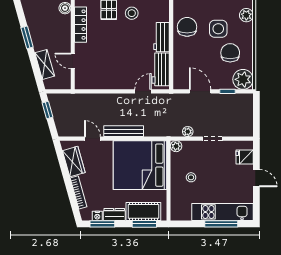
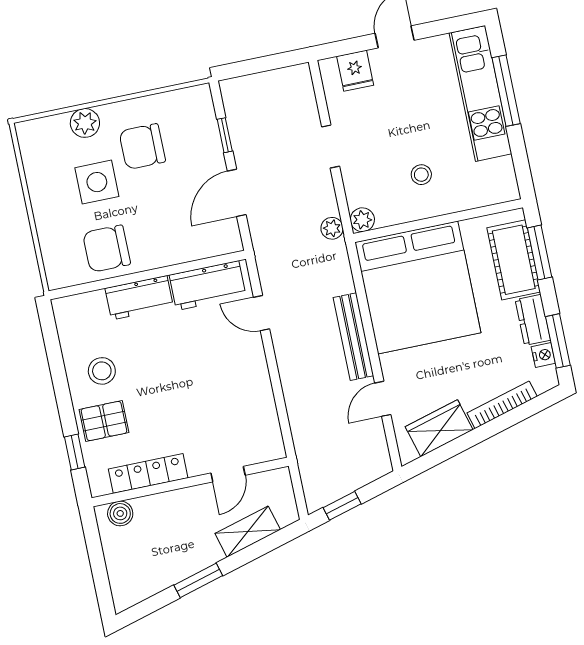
plant: (246, 15) -> (85, 123), moved
plant: (243, 79) -> (193, 108), removed
plant: (188, 132) -> (332, 228), moved

